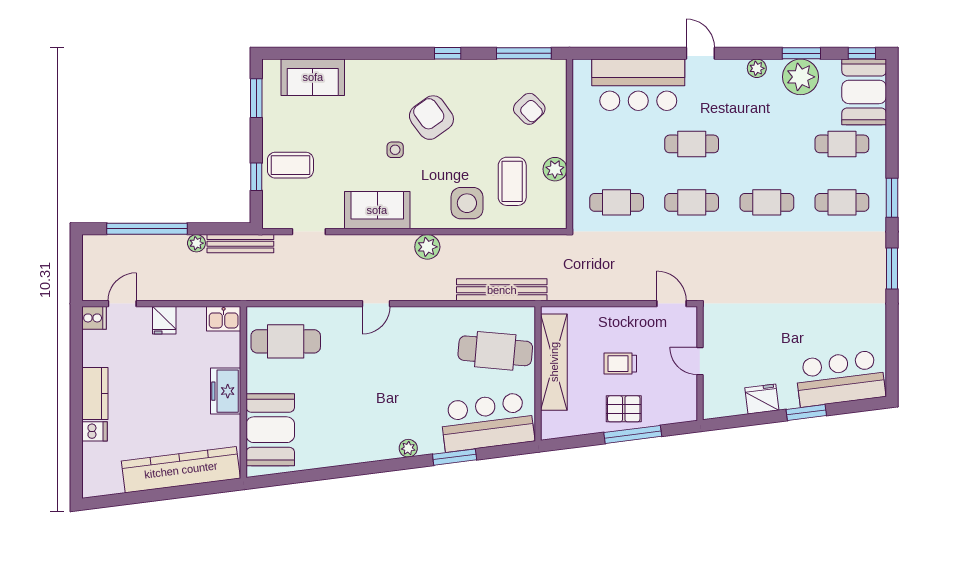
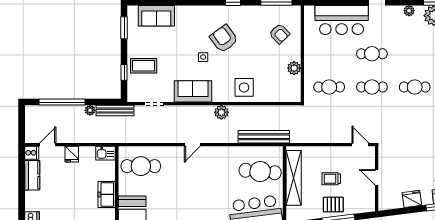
coffee table: (512, 181) -> (270, 75), removed
kitchen counter: (95, 394) -> (32, 175), moved

